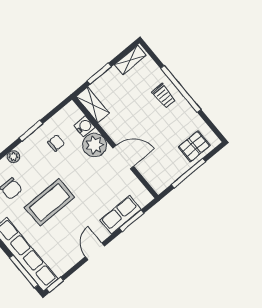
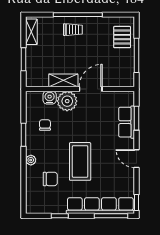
shelving: (93, 105) -> (63, 80), moved

